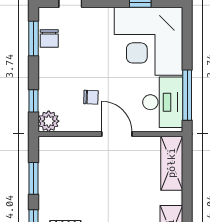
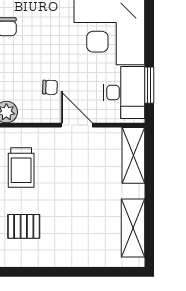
window: (187, 95) -> (149, 85), width x0.69
trolley: (63, 175) -> (21, 167), added

